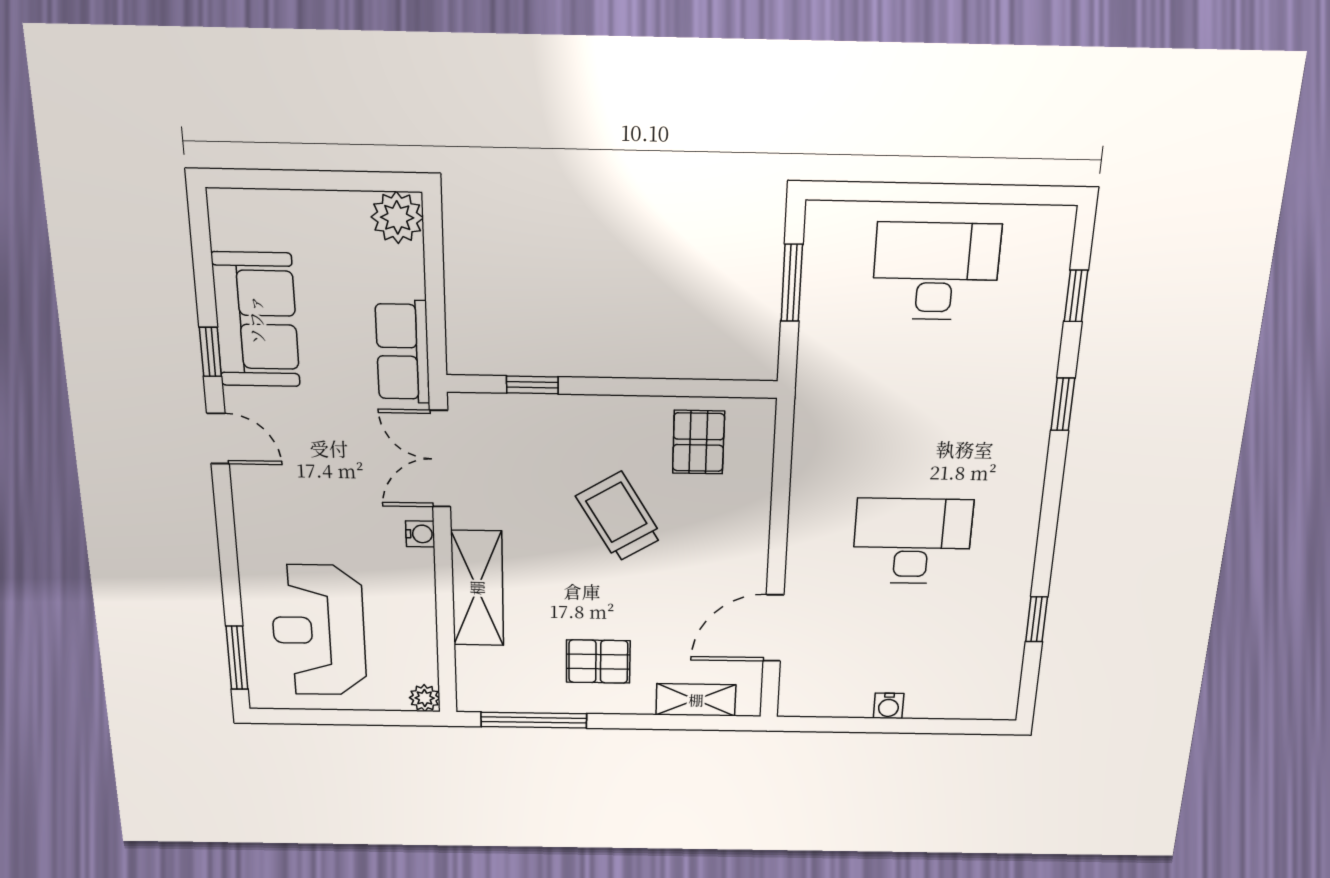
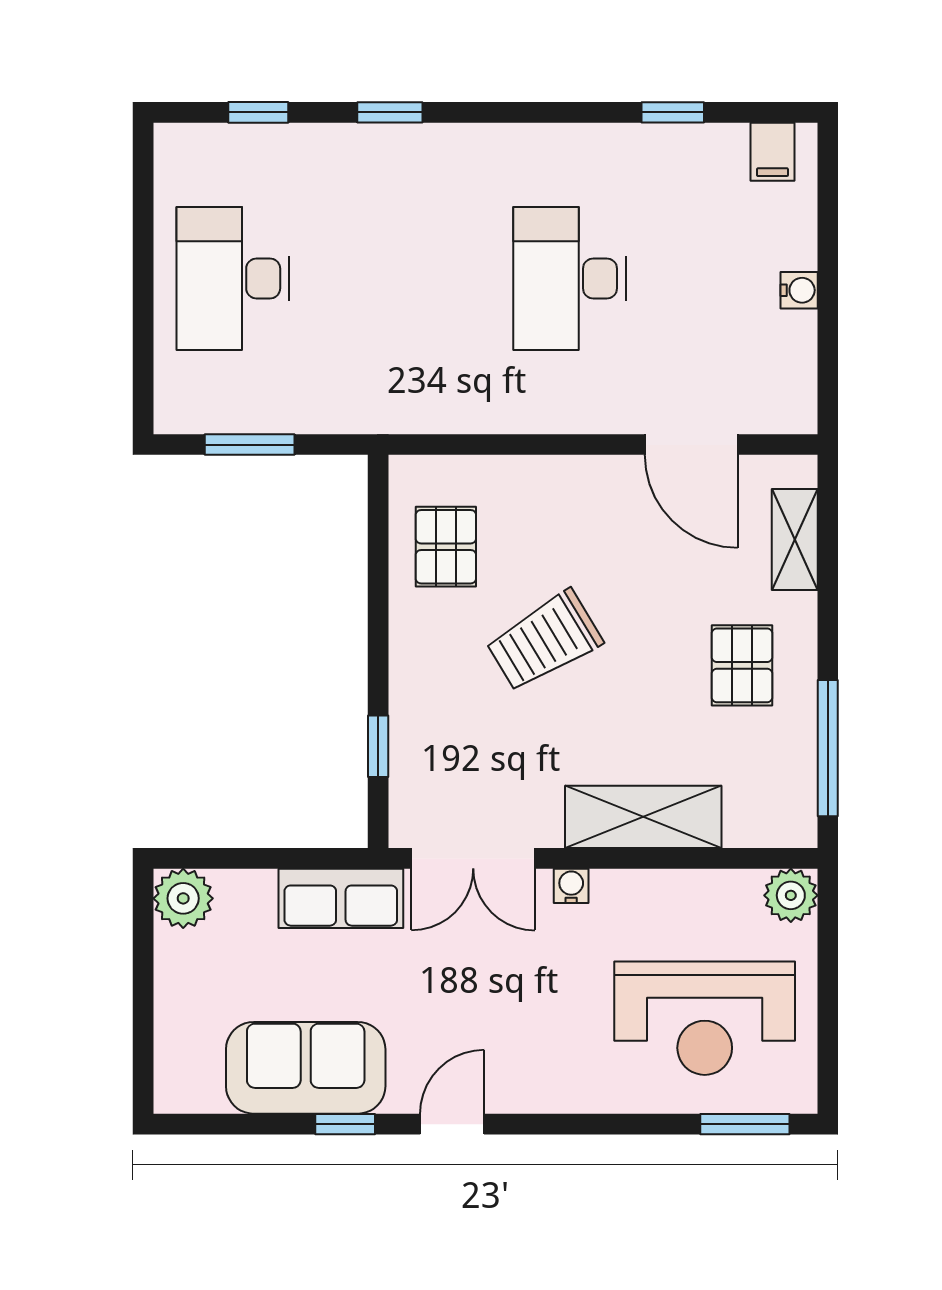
pallet: (698, 442) -> (446, 547), turned 90
filing cabinet: (998, 689) -> (772, 152), added
plant: (425, 698) -> (791, 895), width x1.38, depth x1.38

